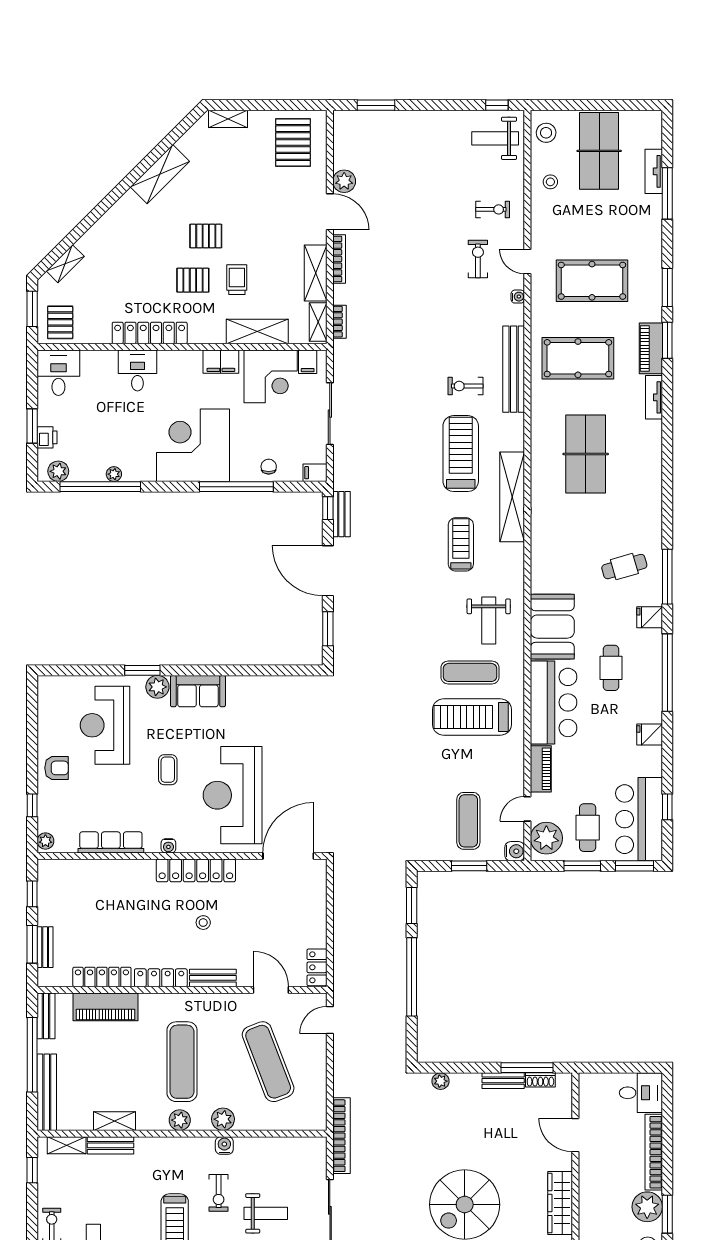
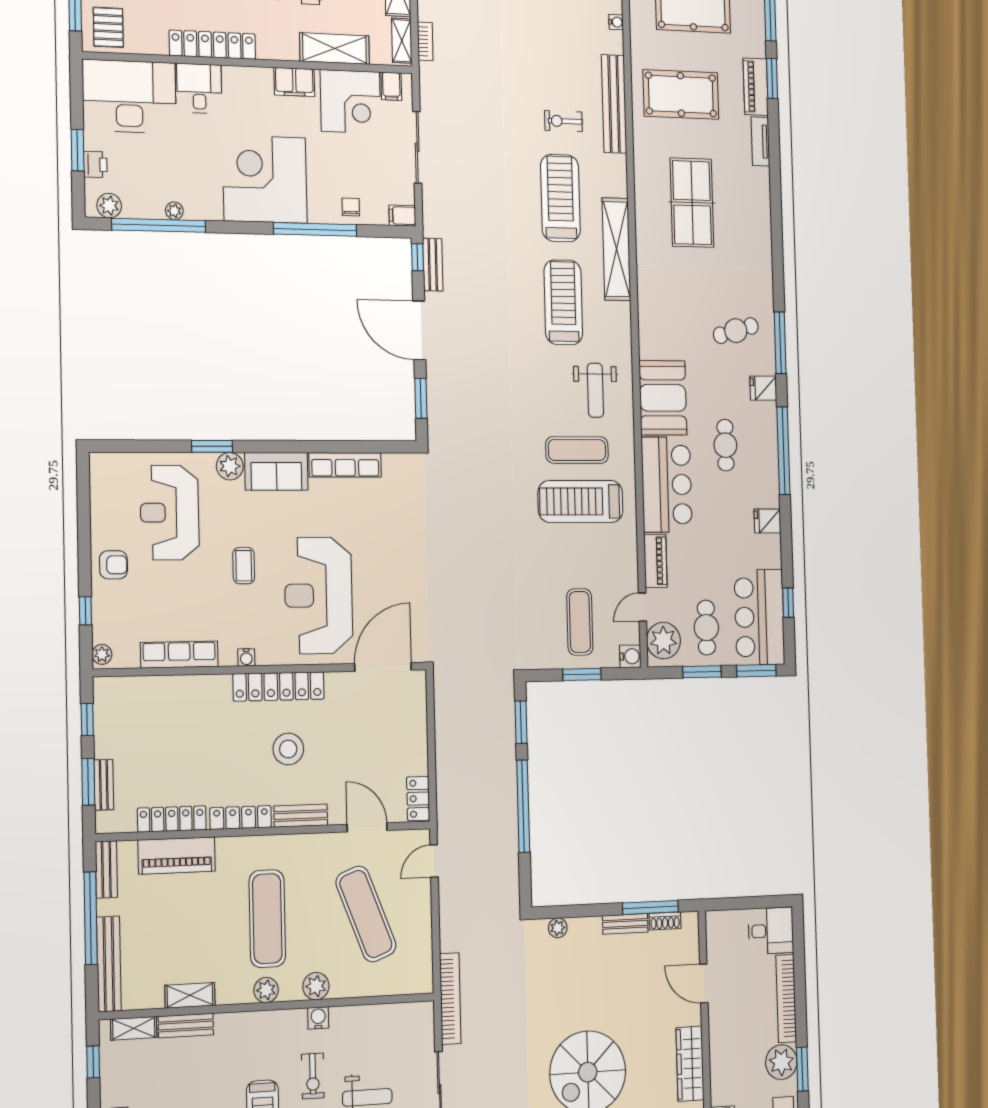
desk: (58, 373) -> (129, 96), width x1.87, depth x1.30
treadmill: (461, 544) -> (563, 302), width x1.37, depth x1.38
row of seats: (259, 686) -> (345, 465), added
stool: (203, 923) -> (288, 749), width x1.89, depth x1.89

